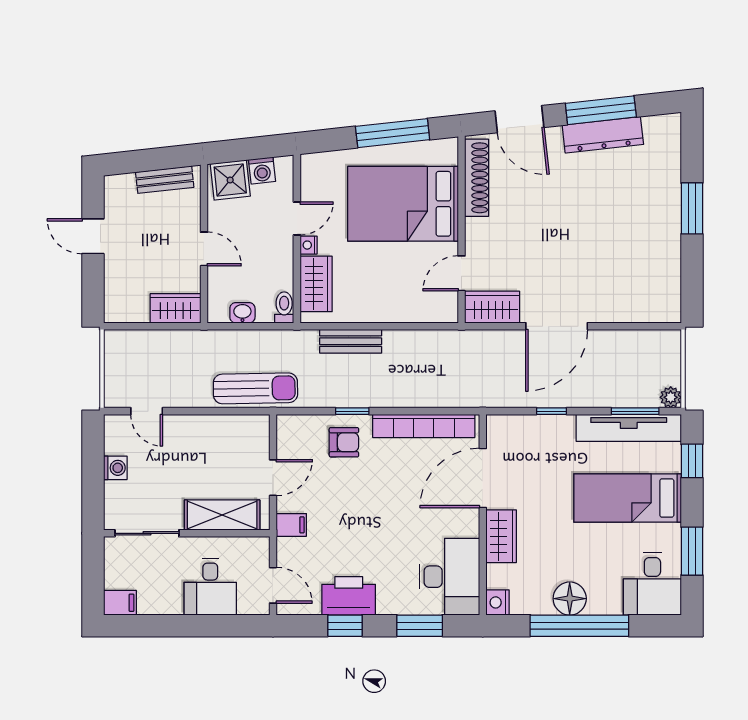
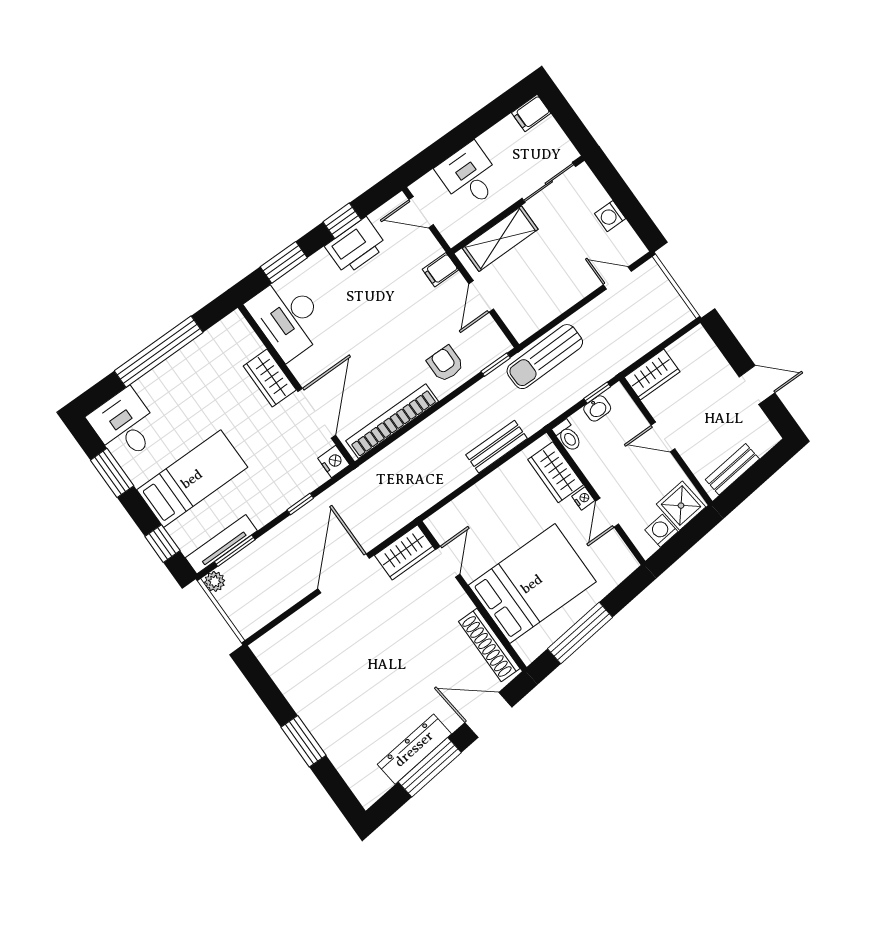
window: (233, 326) -> (597, 393), added
window: (352, 411) -> (496, 365), moved
tv unit: (629, 428) -> (221, 544), width x0.73, depth x0.78
armchair: (344, 442) -> (445, 364), turned 90
floor lamp: (570, 599) -> (181, 368), removed
nightstand: (498, 602) -> (334, 462), moved

